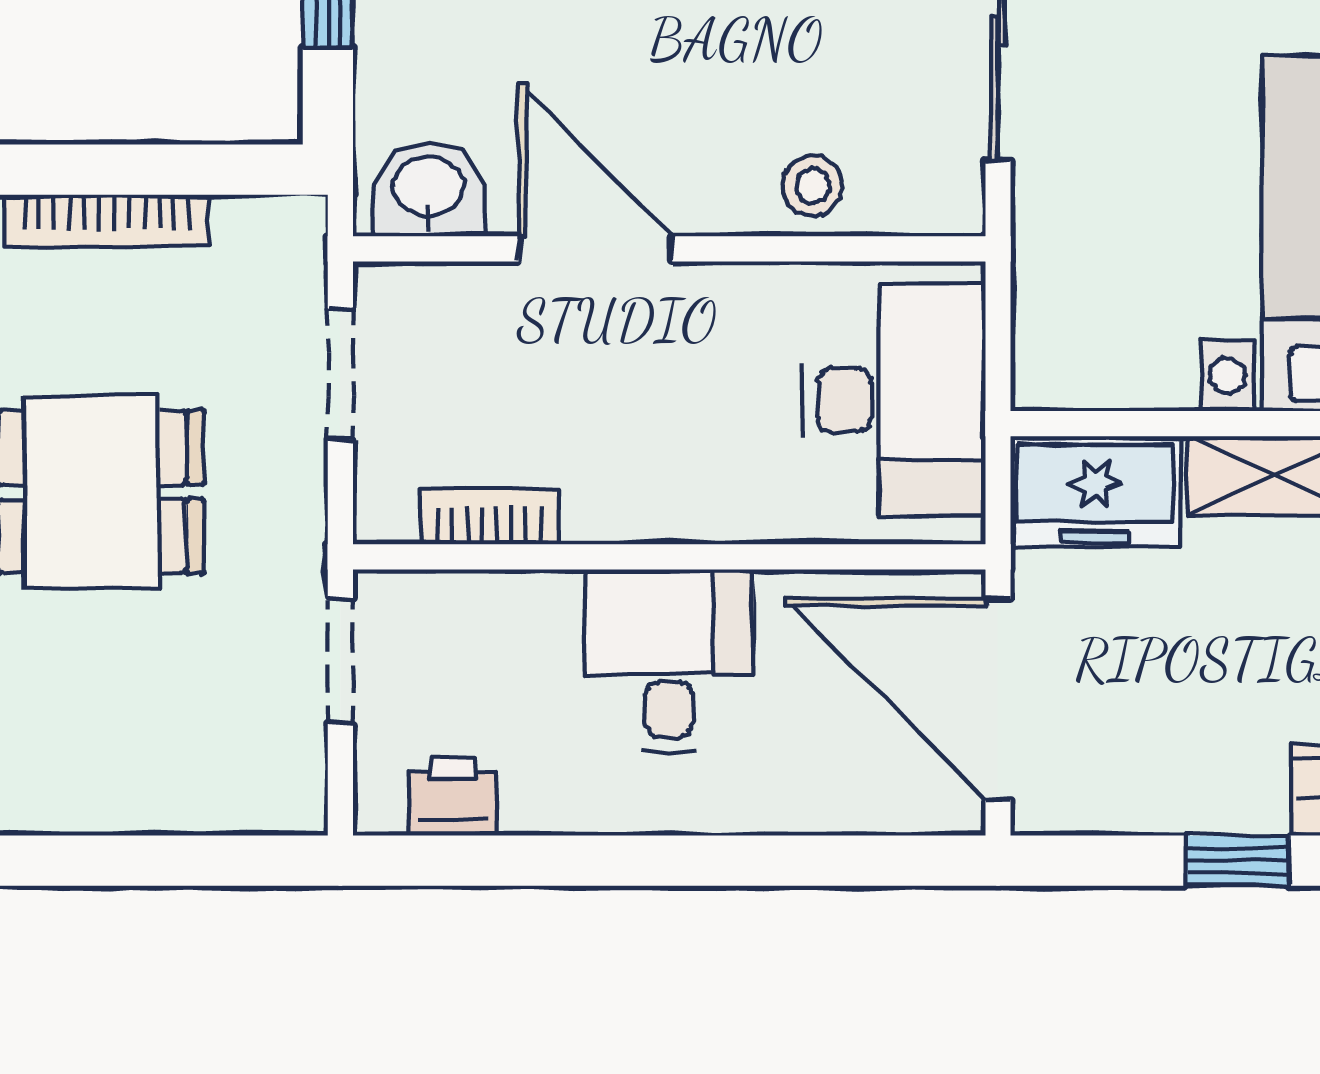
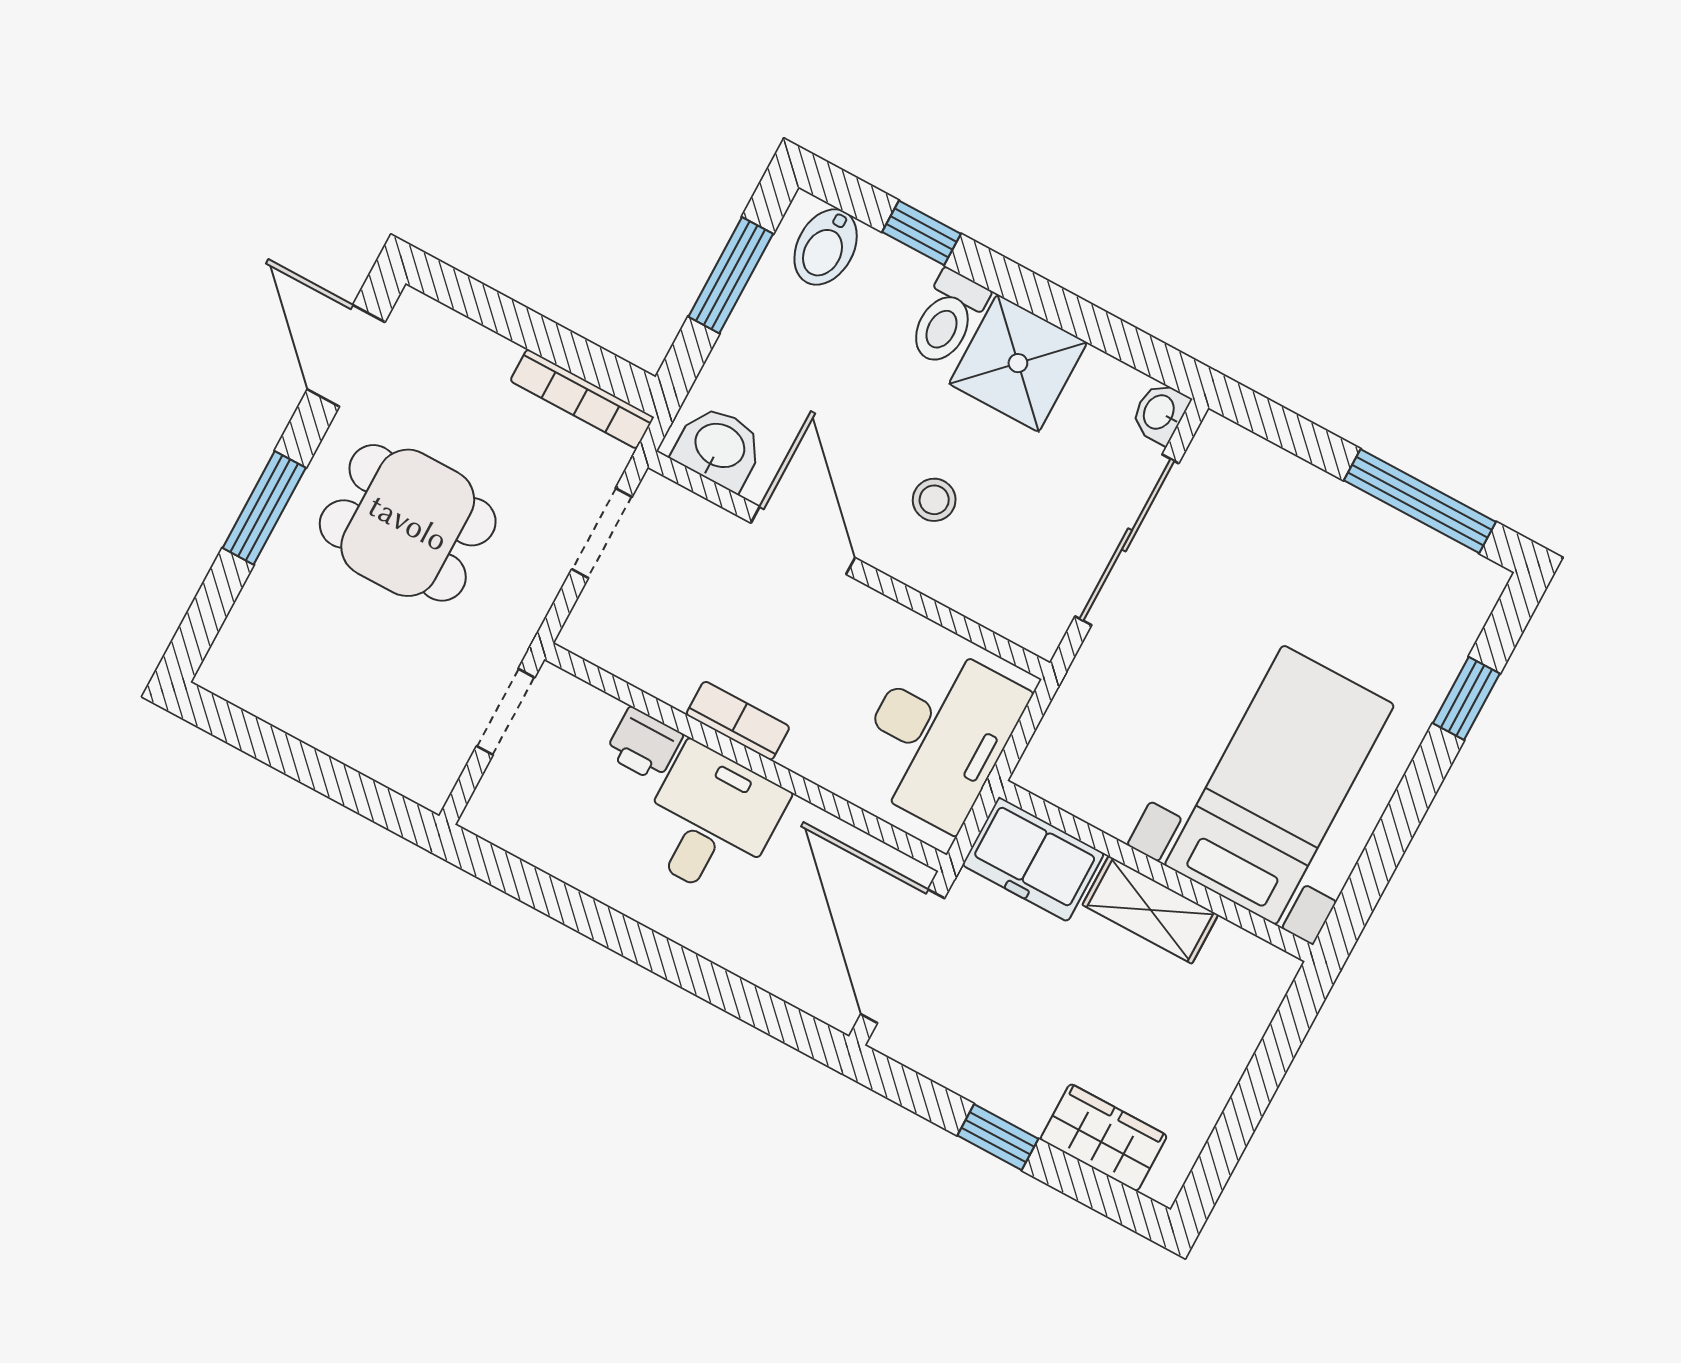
stool: (813, 186) -> (934, 500), moved
bookcase: (106, 221) -> (582, 399), moved
bookcase: (489, 517) -> (738, 721), moved
printer: (453, 796) -> (644, 744), moved, turned 180

